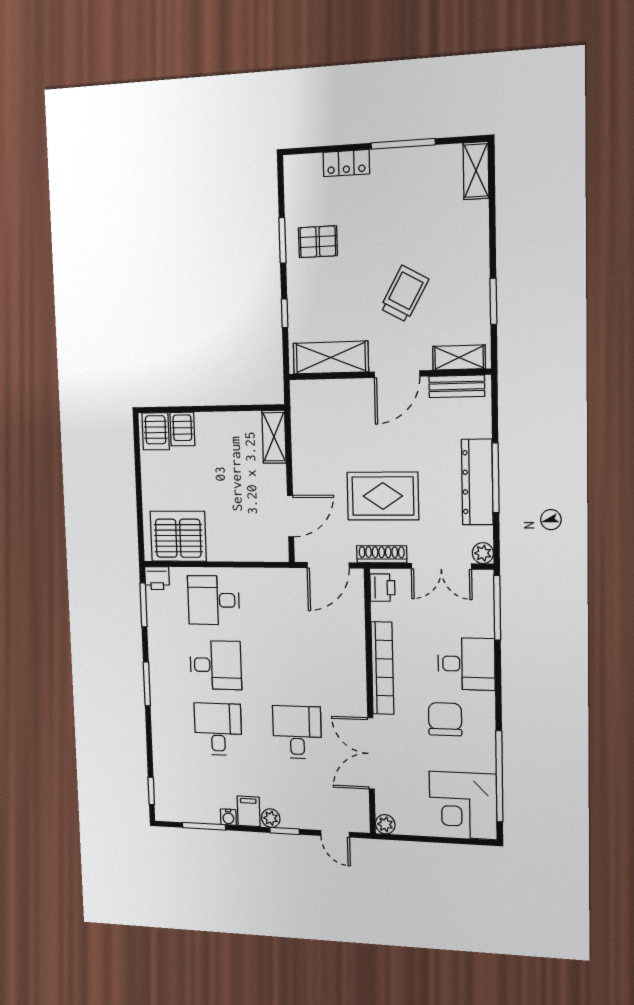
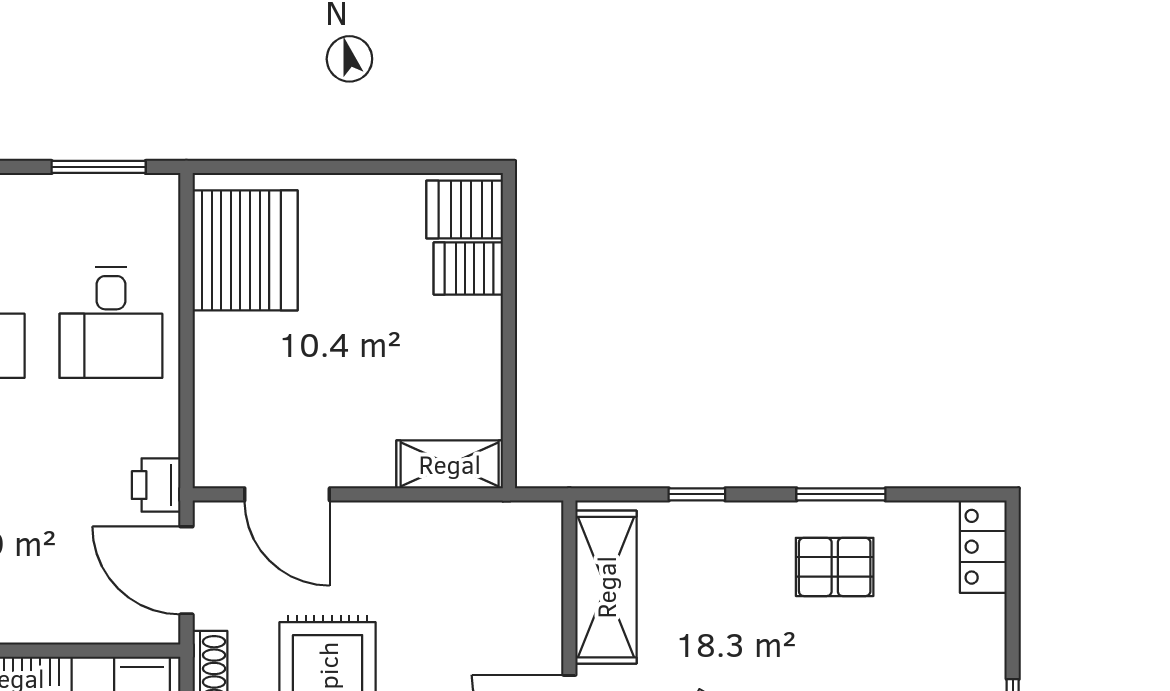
locker: (346, 163) -> (983, 547), moved
pallet: (318, 242) -> (835, 567), turned 90
printer: (157, 578) -> (156, 485), moved
desk: (213, 600) -> (111, 323), turned 180

